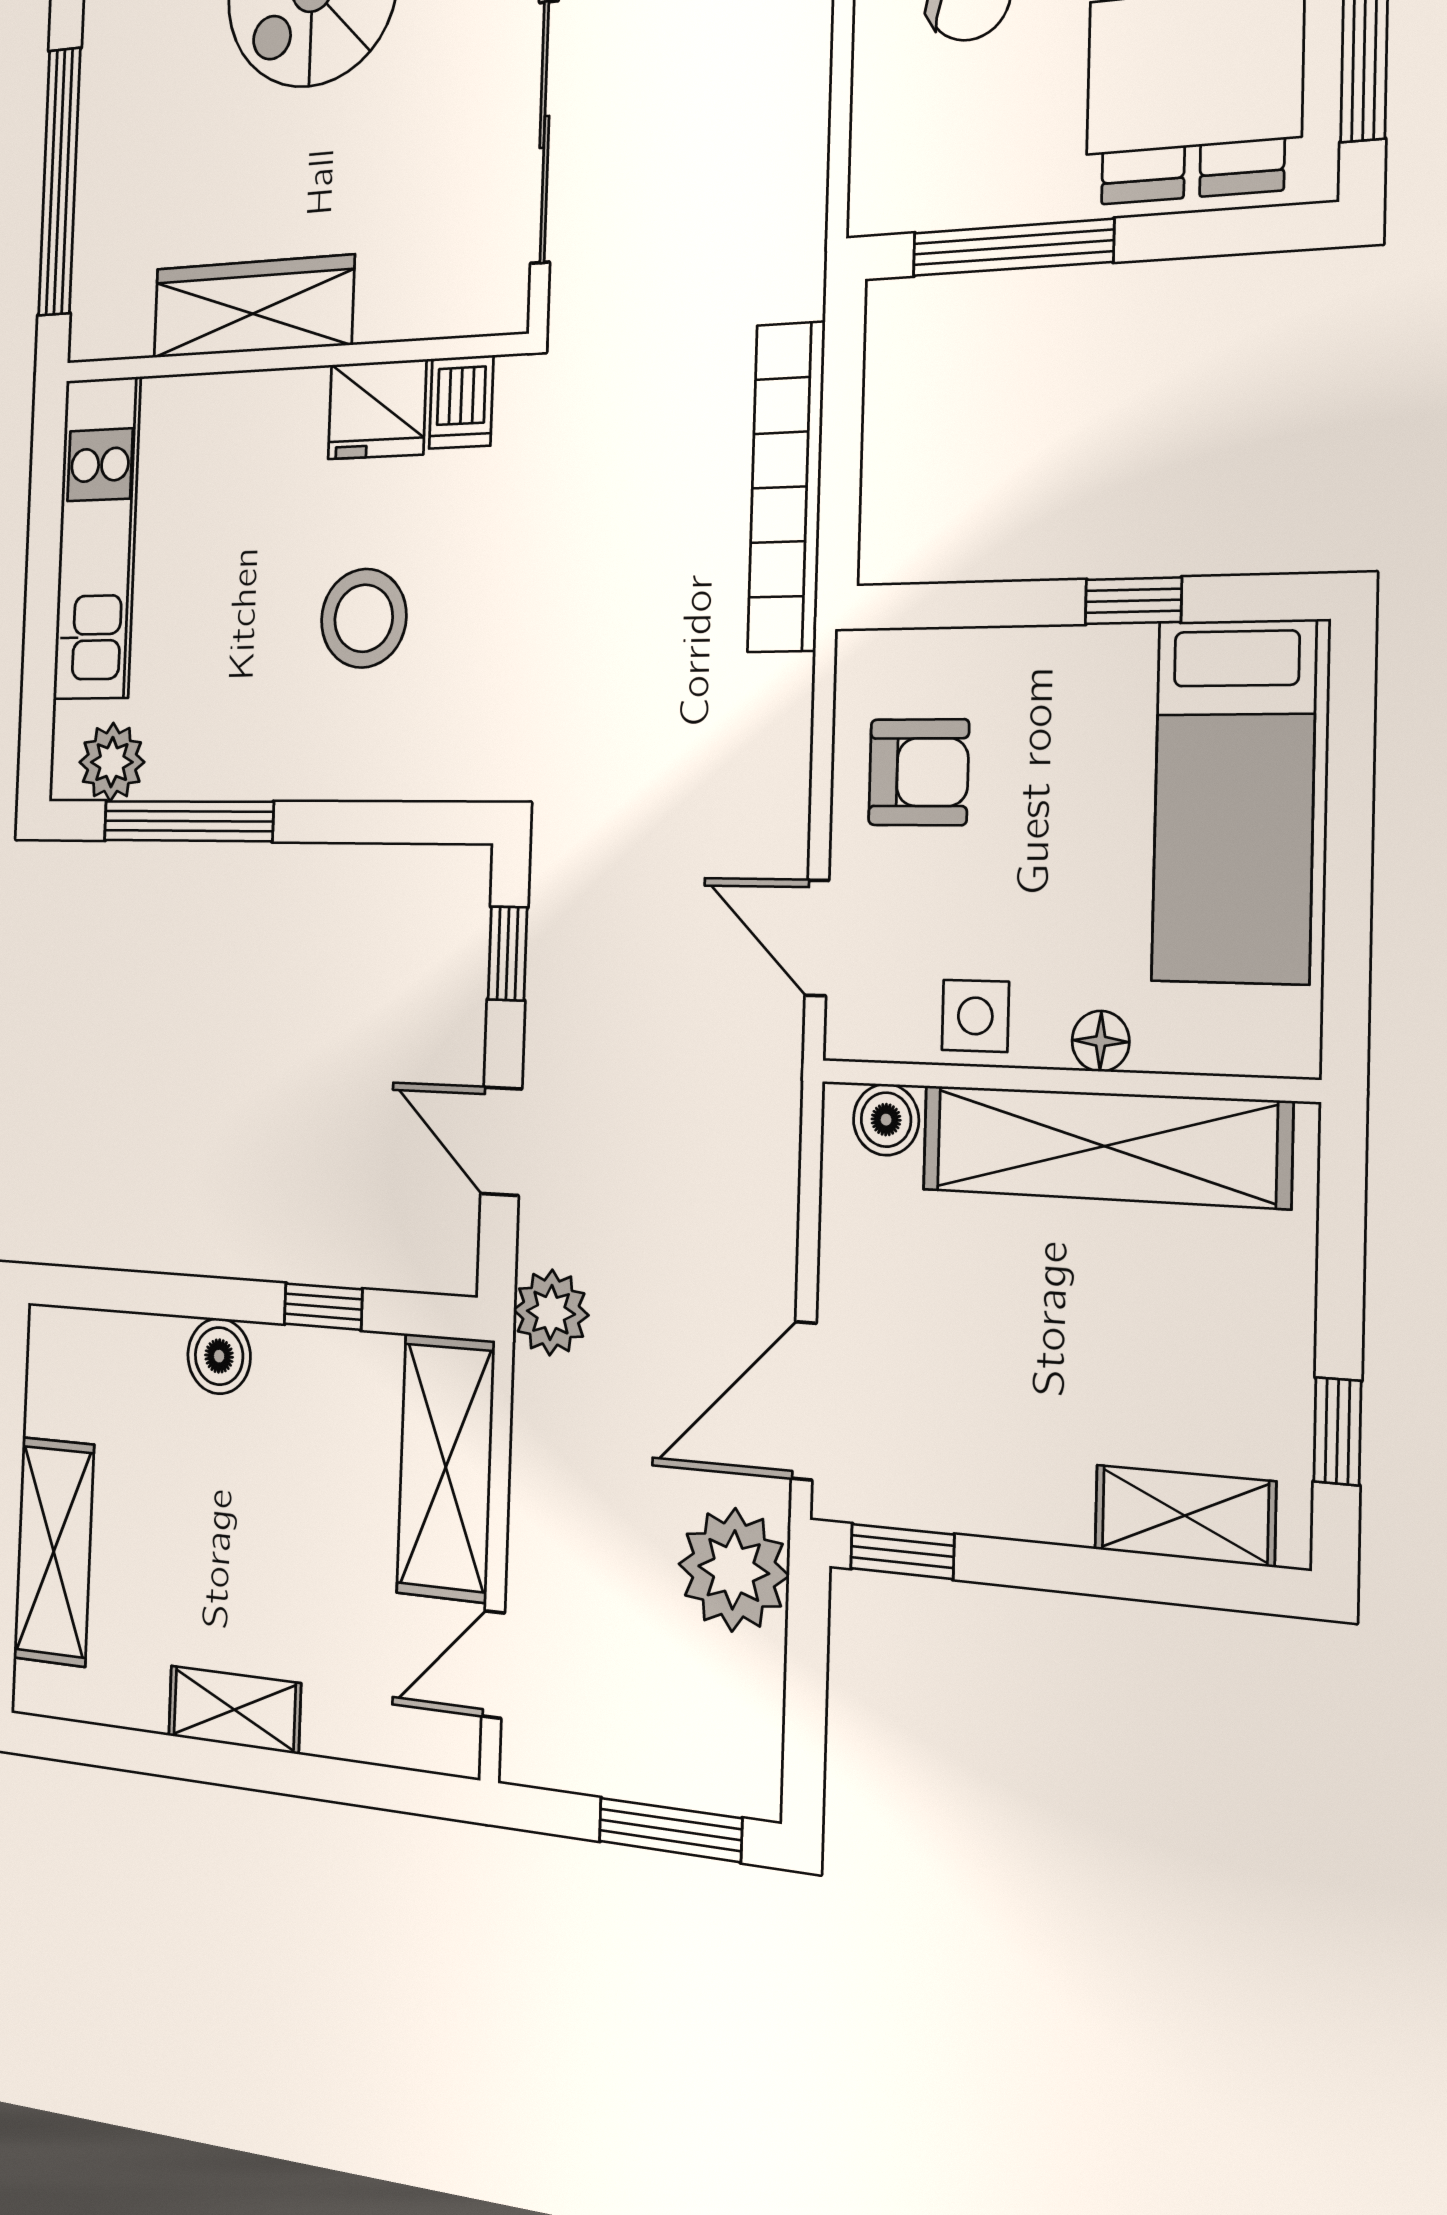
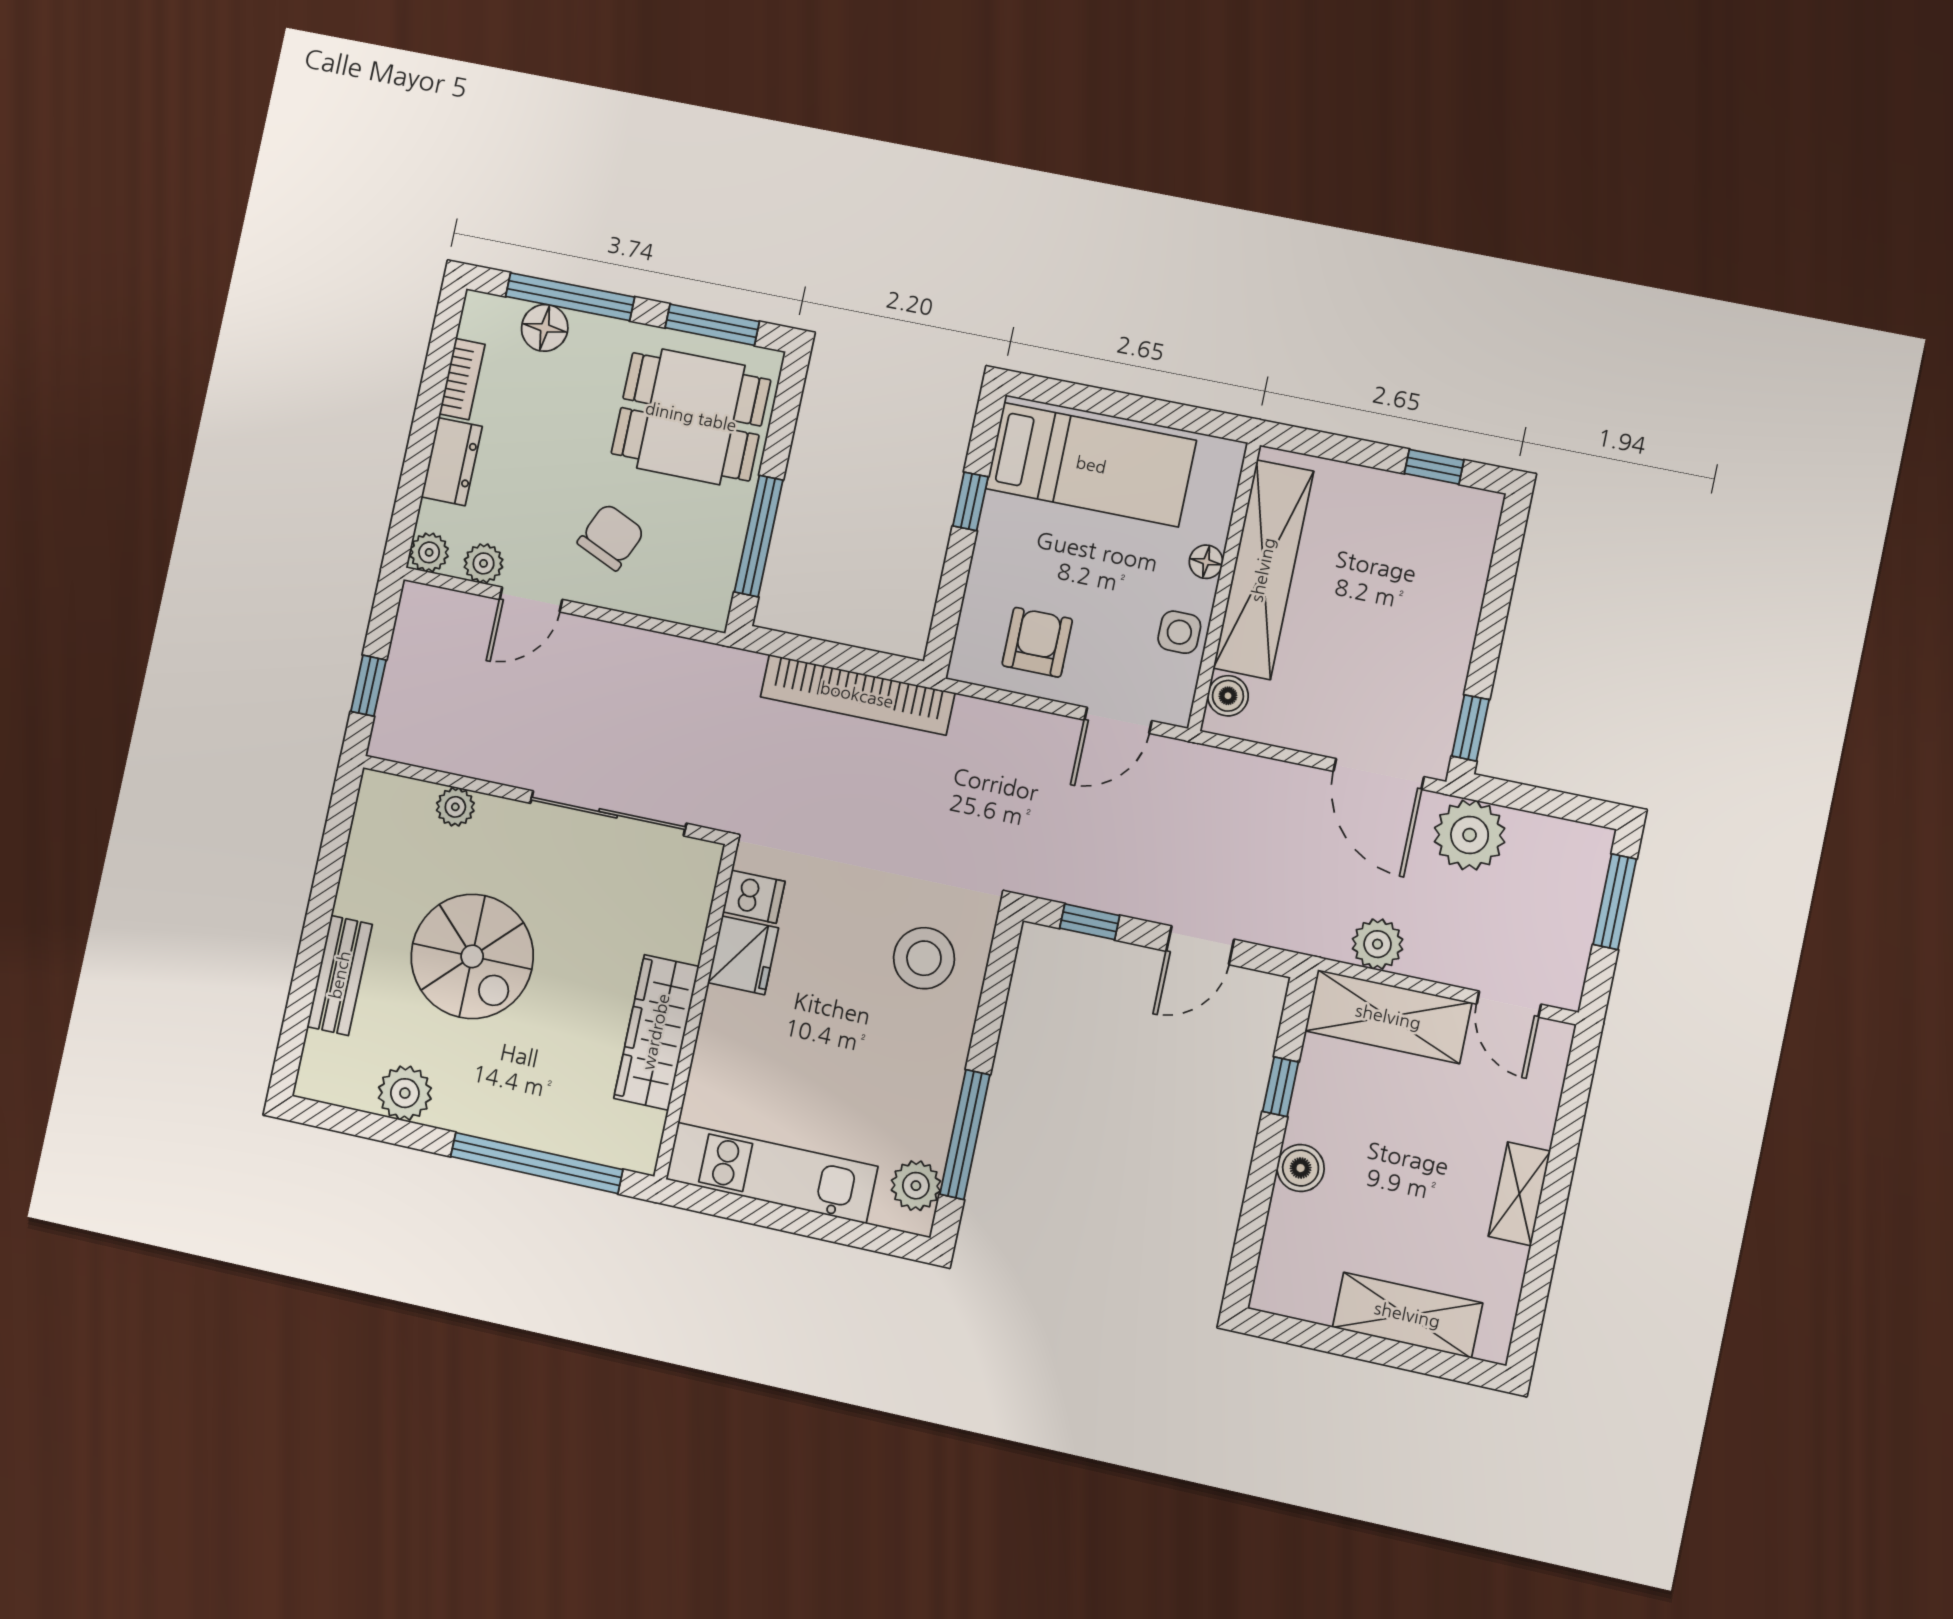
stool: (364, 618) -> (924, 958), moved
plant: (551, 1312) -> (1378, 944), moved
shelving: (1185, 1516) -> (1469, 559), removed

